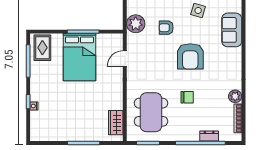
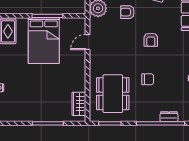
armchair: (190, 56) -> (151, 40), width x0.53, depth x0.53

